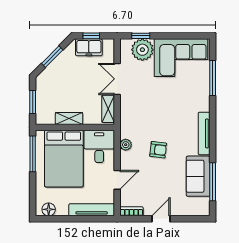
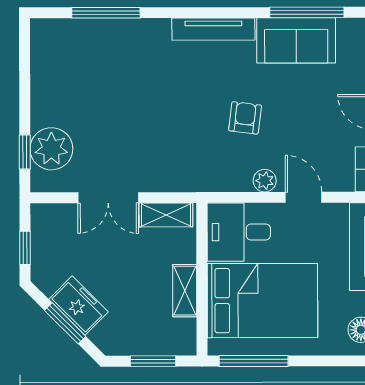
freezer: (89, 47) -> (79, 306), moved, turned -45
corner sofa: (181, 58) -> (67, 74), removed
plant: (126, 145) -> (265, 181), moved

